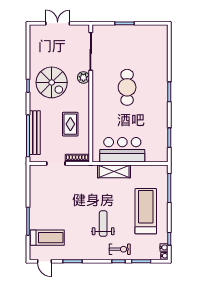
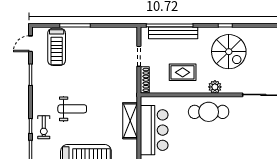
plant: (83, 77) -> (215, 87), moved
spiral stairs: (52, 82) -> (229, 52), turned -90
cafe table: (127, 87) -> (209, 112), moved

